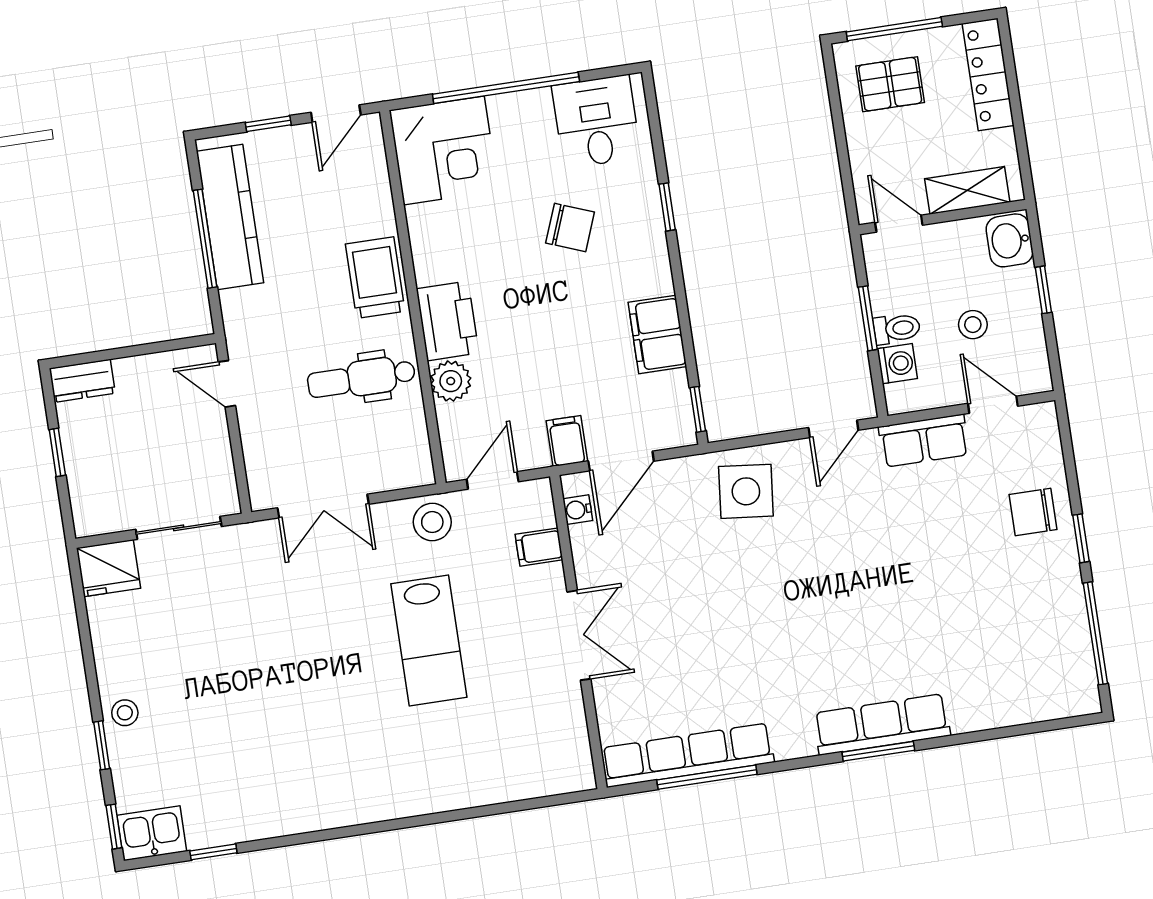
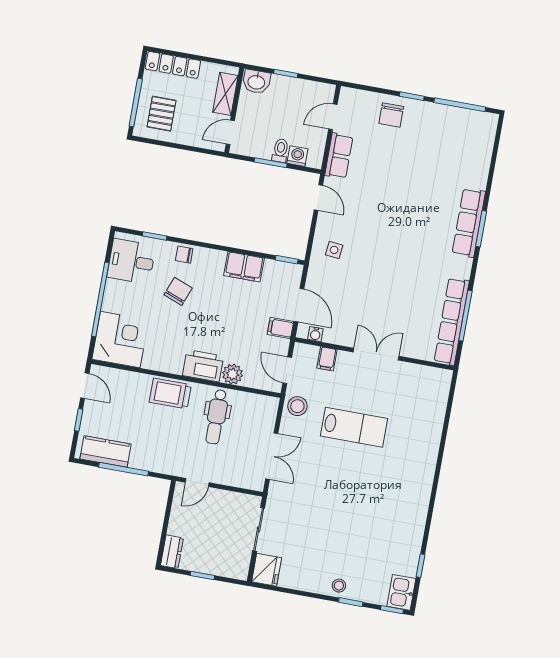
window: (667, 207) -> (155, 236), moved
chair: (642, 216) -> (184, 255), added
kitchen counter: (230, 217) -> (105, 452), width x0.67
stool: (973, 325) -> (291, 113), removed
side table: (746, 491) -> (334, 250), width x0.54, depth x0.54

